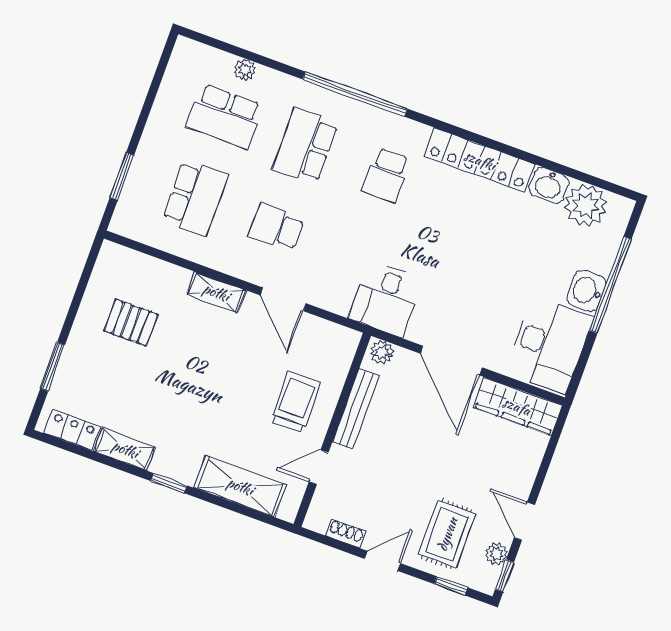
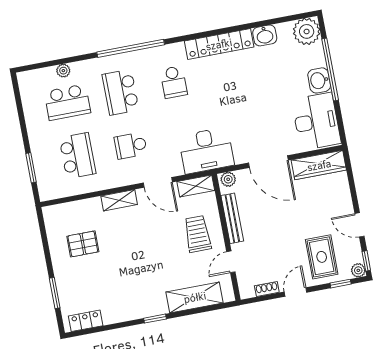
plant: (586, 205) -> (307, 31), moved
desk: (386, 299) -> (206, 150), width x1.37
shelving: (125, 449) -> (196, 186), moved
plant: (496, 554) -> (358, 270), moved

